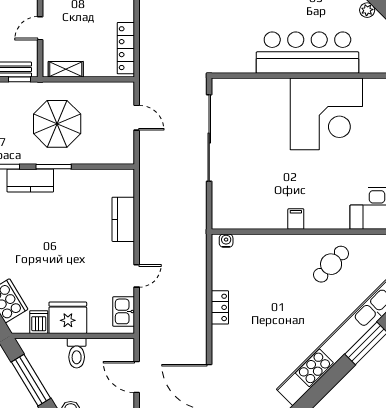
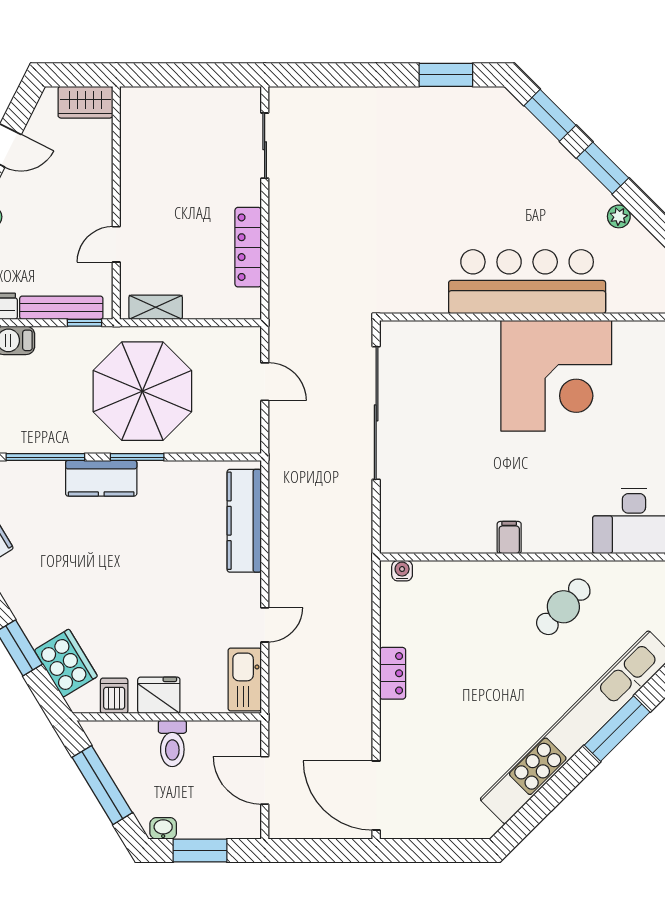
locker: (126, 48) -> (248, 247), moved
parasol: (57, 124) -> (142, 391), width x1.36, depth x1.36
kitchen counter: (123, 219) -> (244, 521), width x1.50
kitchen sink: (124, 311) -> (245, 680), width x1.38
fridge: (68, 318) -> (159, 695), width x0.73, depth x0.75

